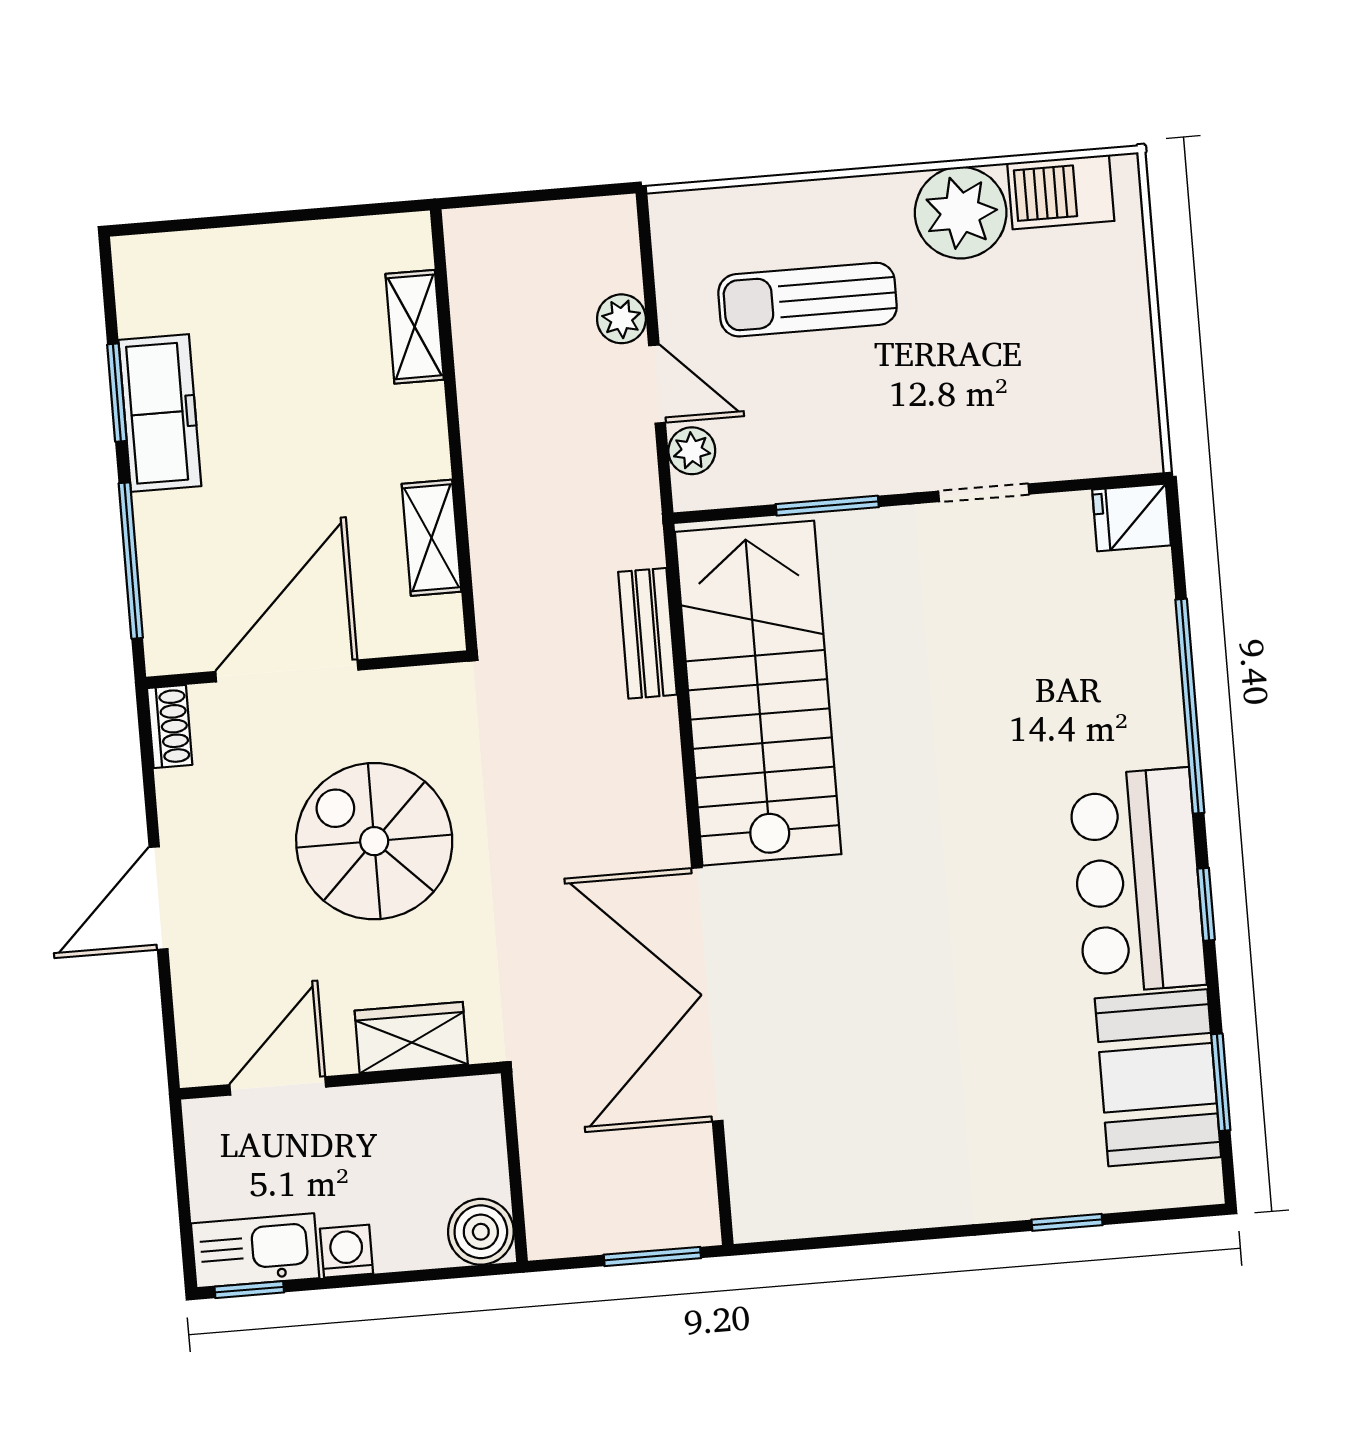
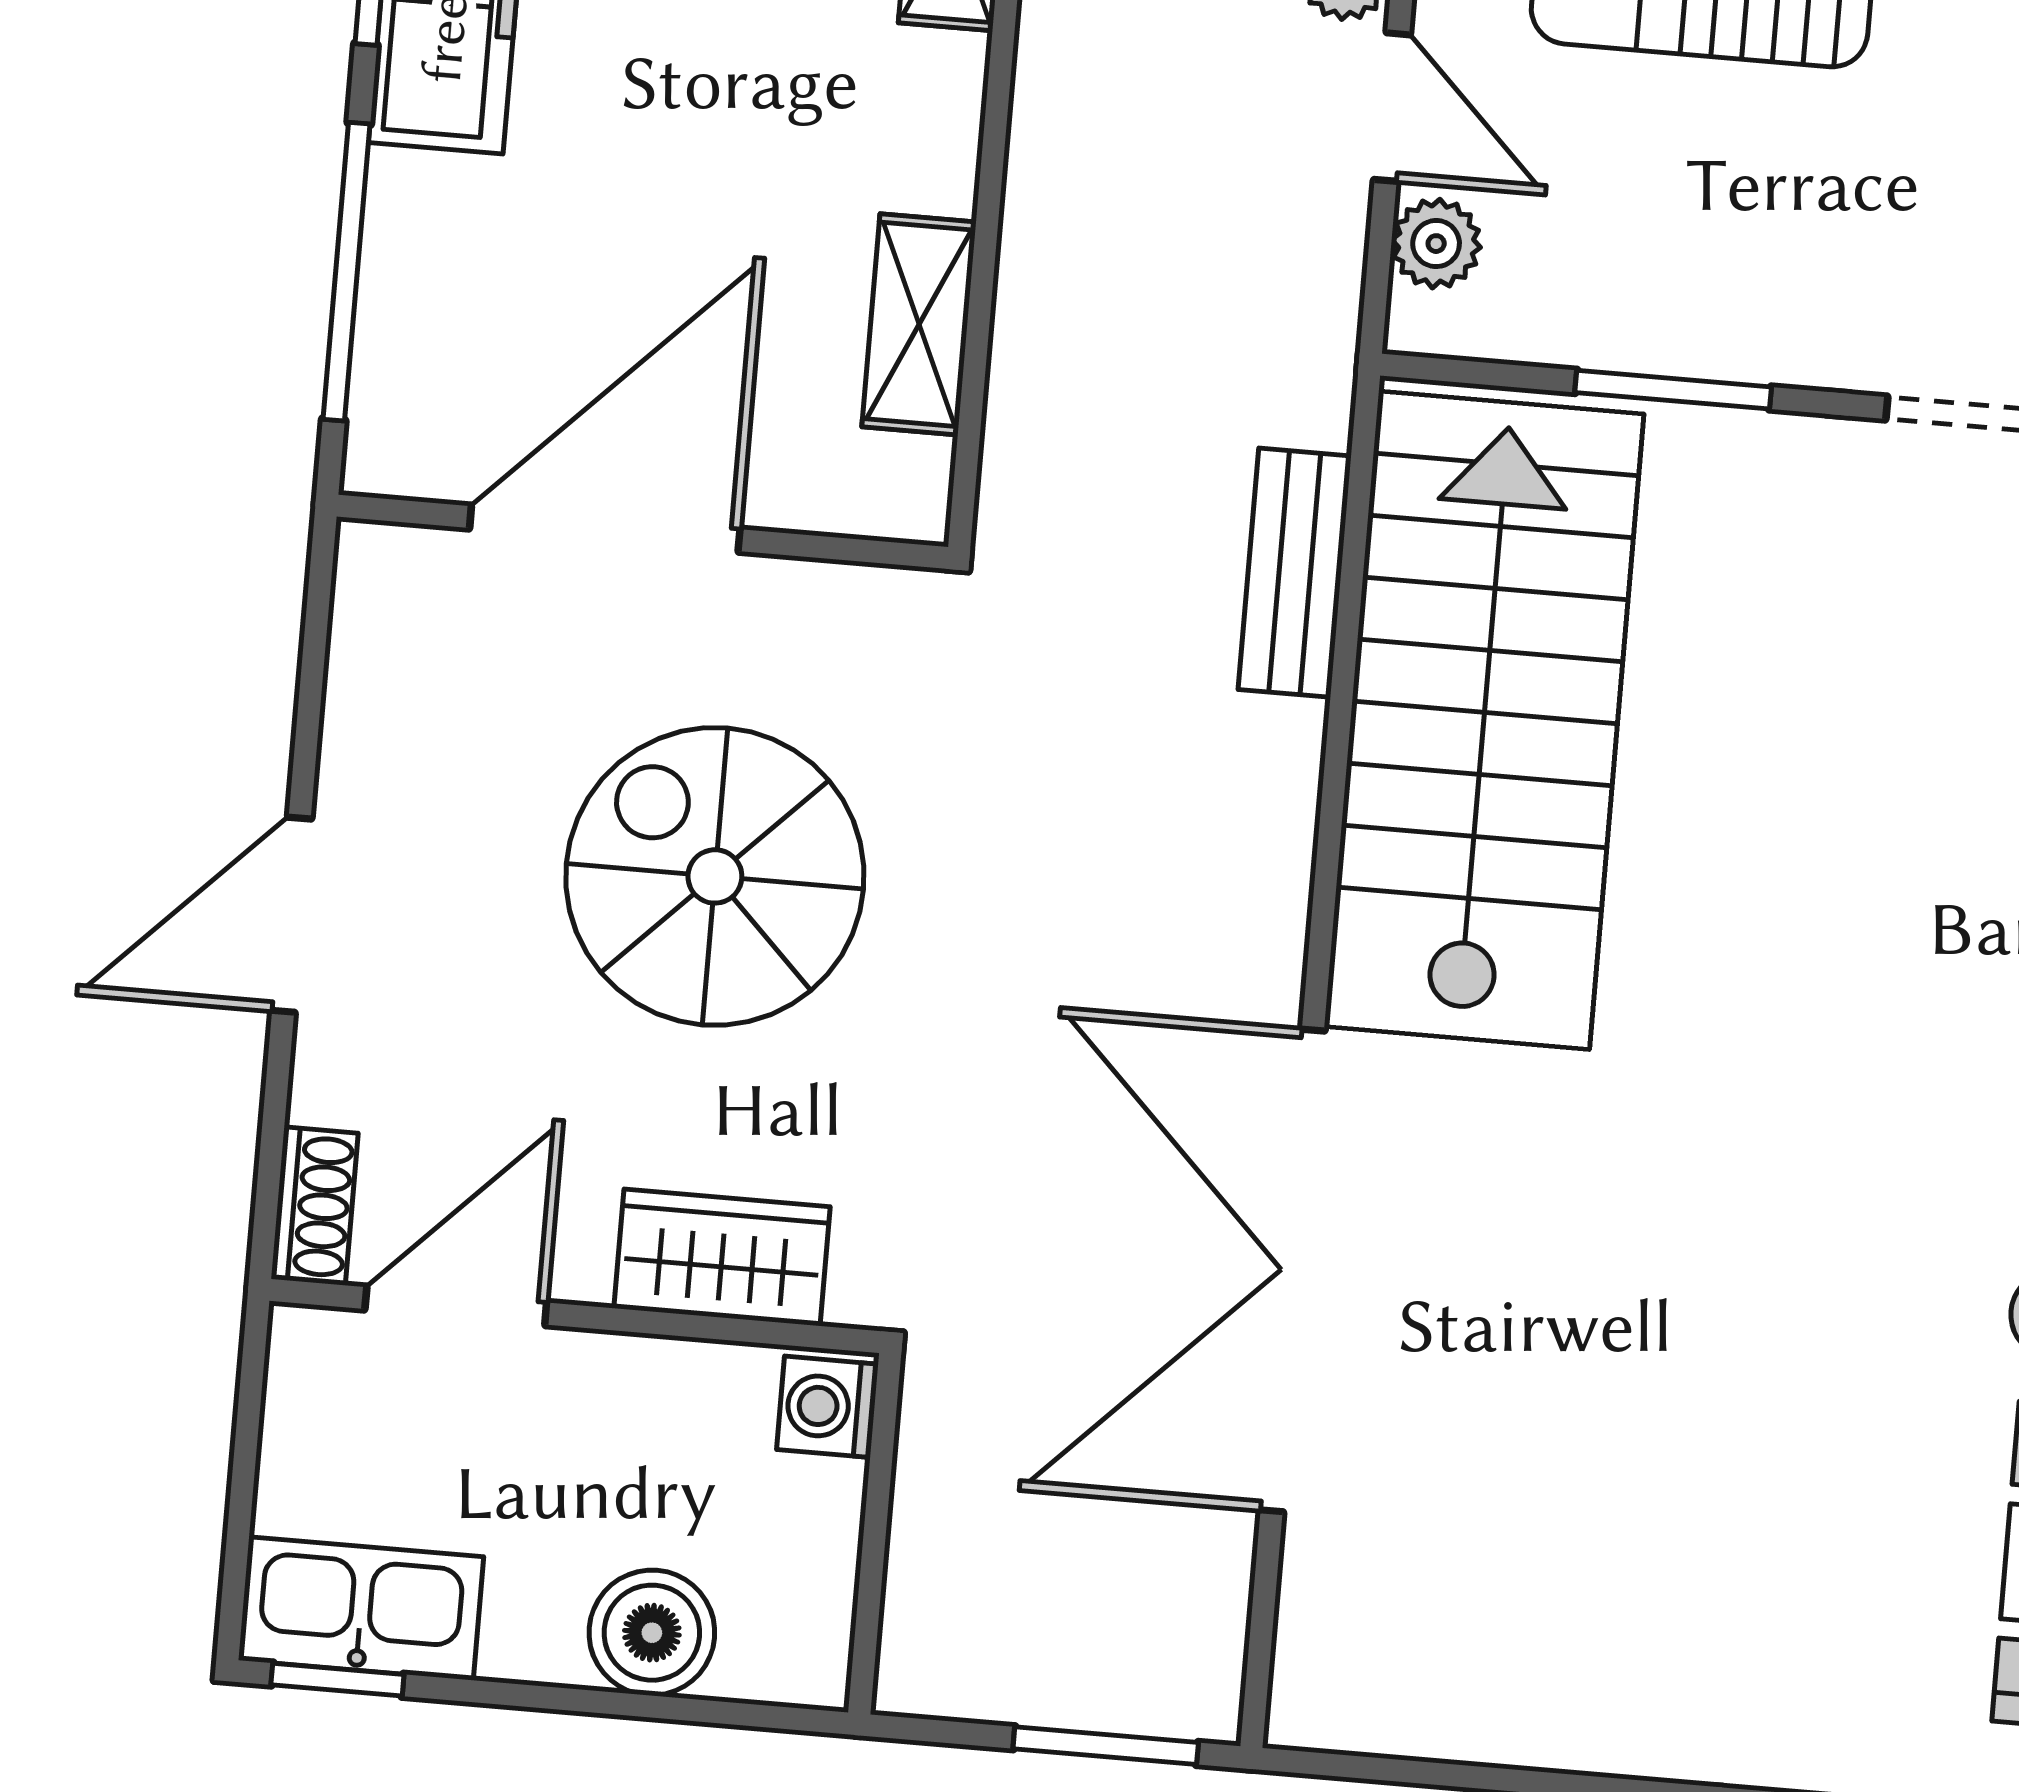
shoe rack: (170, 726) -> (315, 1206), moved
boiler: (481, 1232) -> (652, 1633), moved
washing machine: (347, 1251) -> (827, 1407), moved, turned -90

